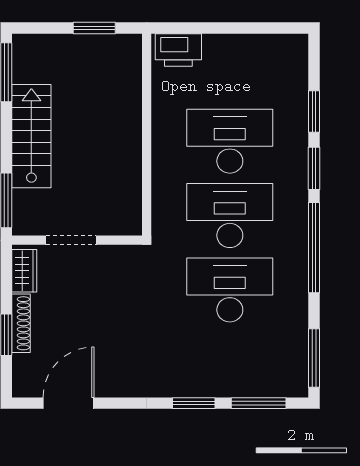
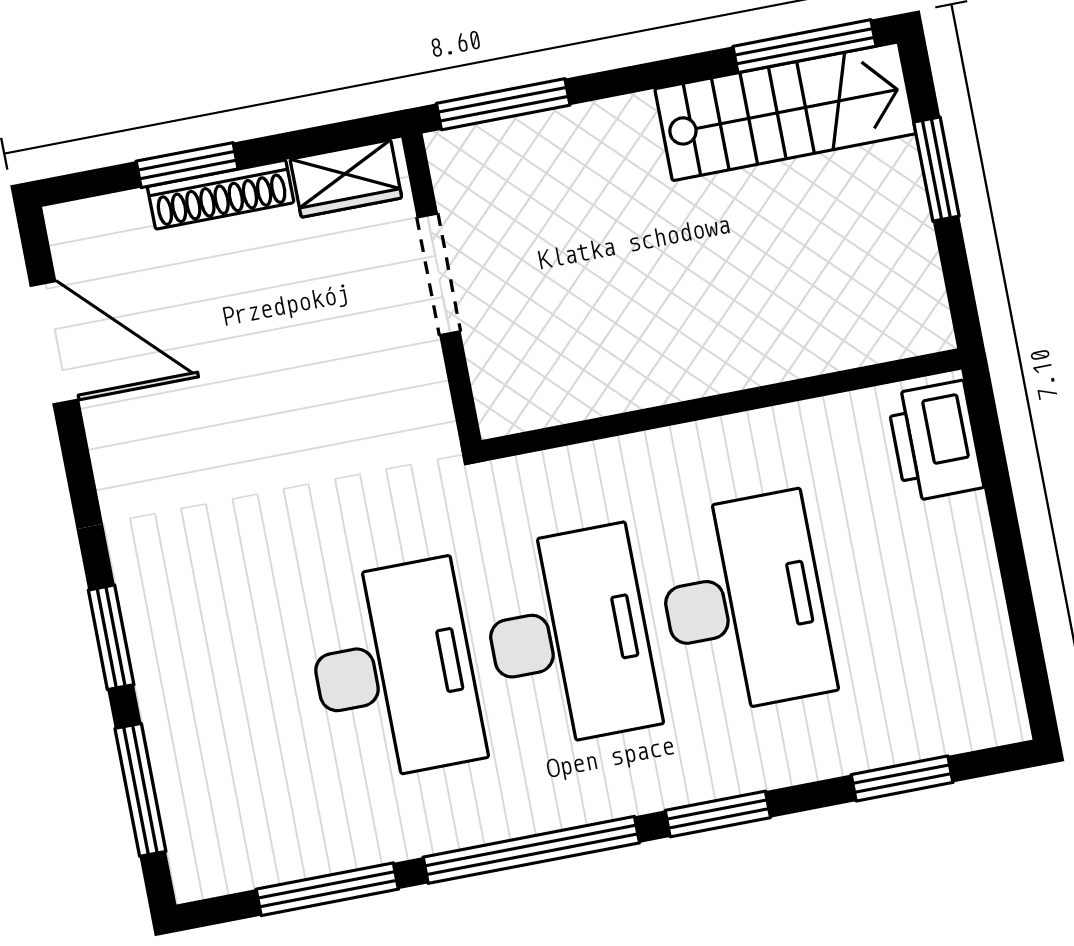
window: (94, 28) -> (936, 169), moved
window: (314, 111) -> (902, 779), moved
stairs: (31, 136) -> (785, 111), moved
window: (314, 358) -> (327, 889), moved

